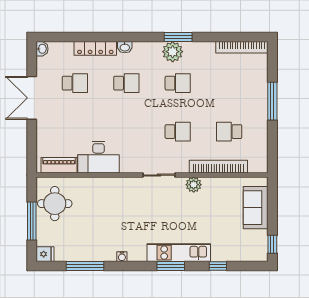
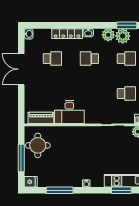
plant: (152, 50) -> (108, 35), added
school desk: (126, 83) -> (89, 59), turned 180

